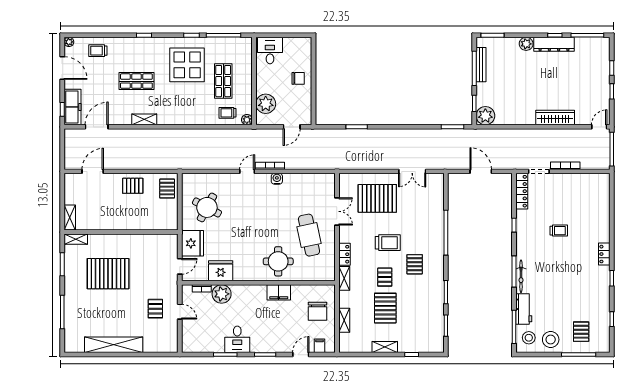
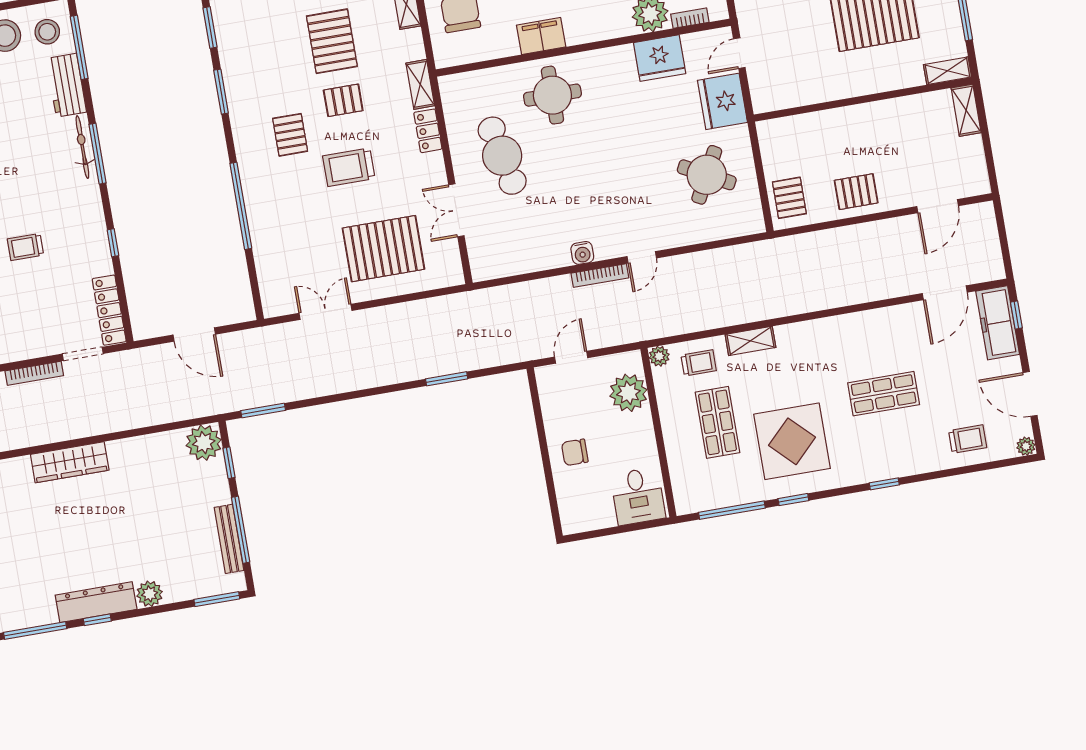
shelving: (144, 119) -> (750, 341), moved
pallet: (385, 277) -> (343, 100), turned 90

